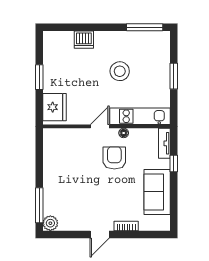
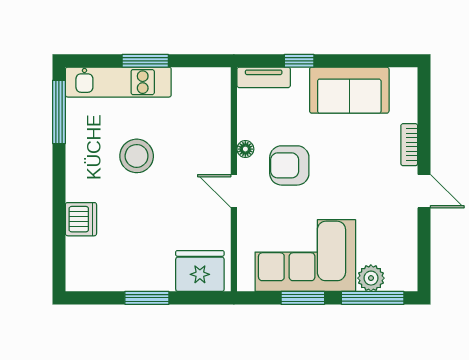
kitchen unit: (140, 116) -> (118, 82), moved, turned -90
window: (39, 166) -> (303, 298), added
corner sofa: (63, 167) -> (305, 256), added
plant: (50, 223) -> (371, 278), moved

